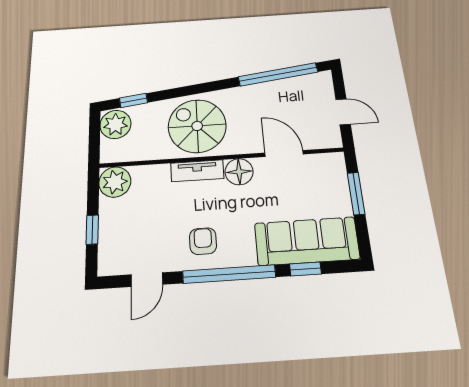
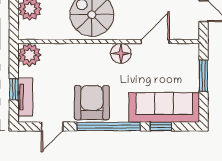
door: (284, 154) -> (155, 42), hinge flipped
tv unit: (197, 171) -> (25, 97), moved, turned -90
armchair: (203, 241) -> (92, 103), width x1.88, depth x1.88

